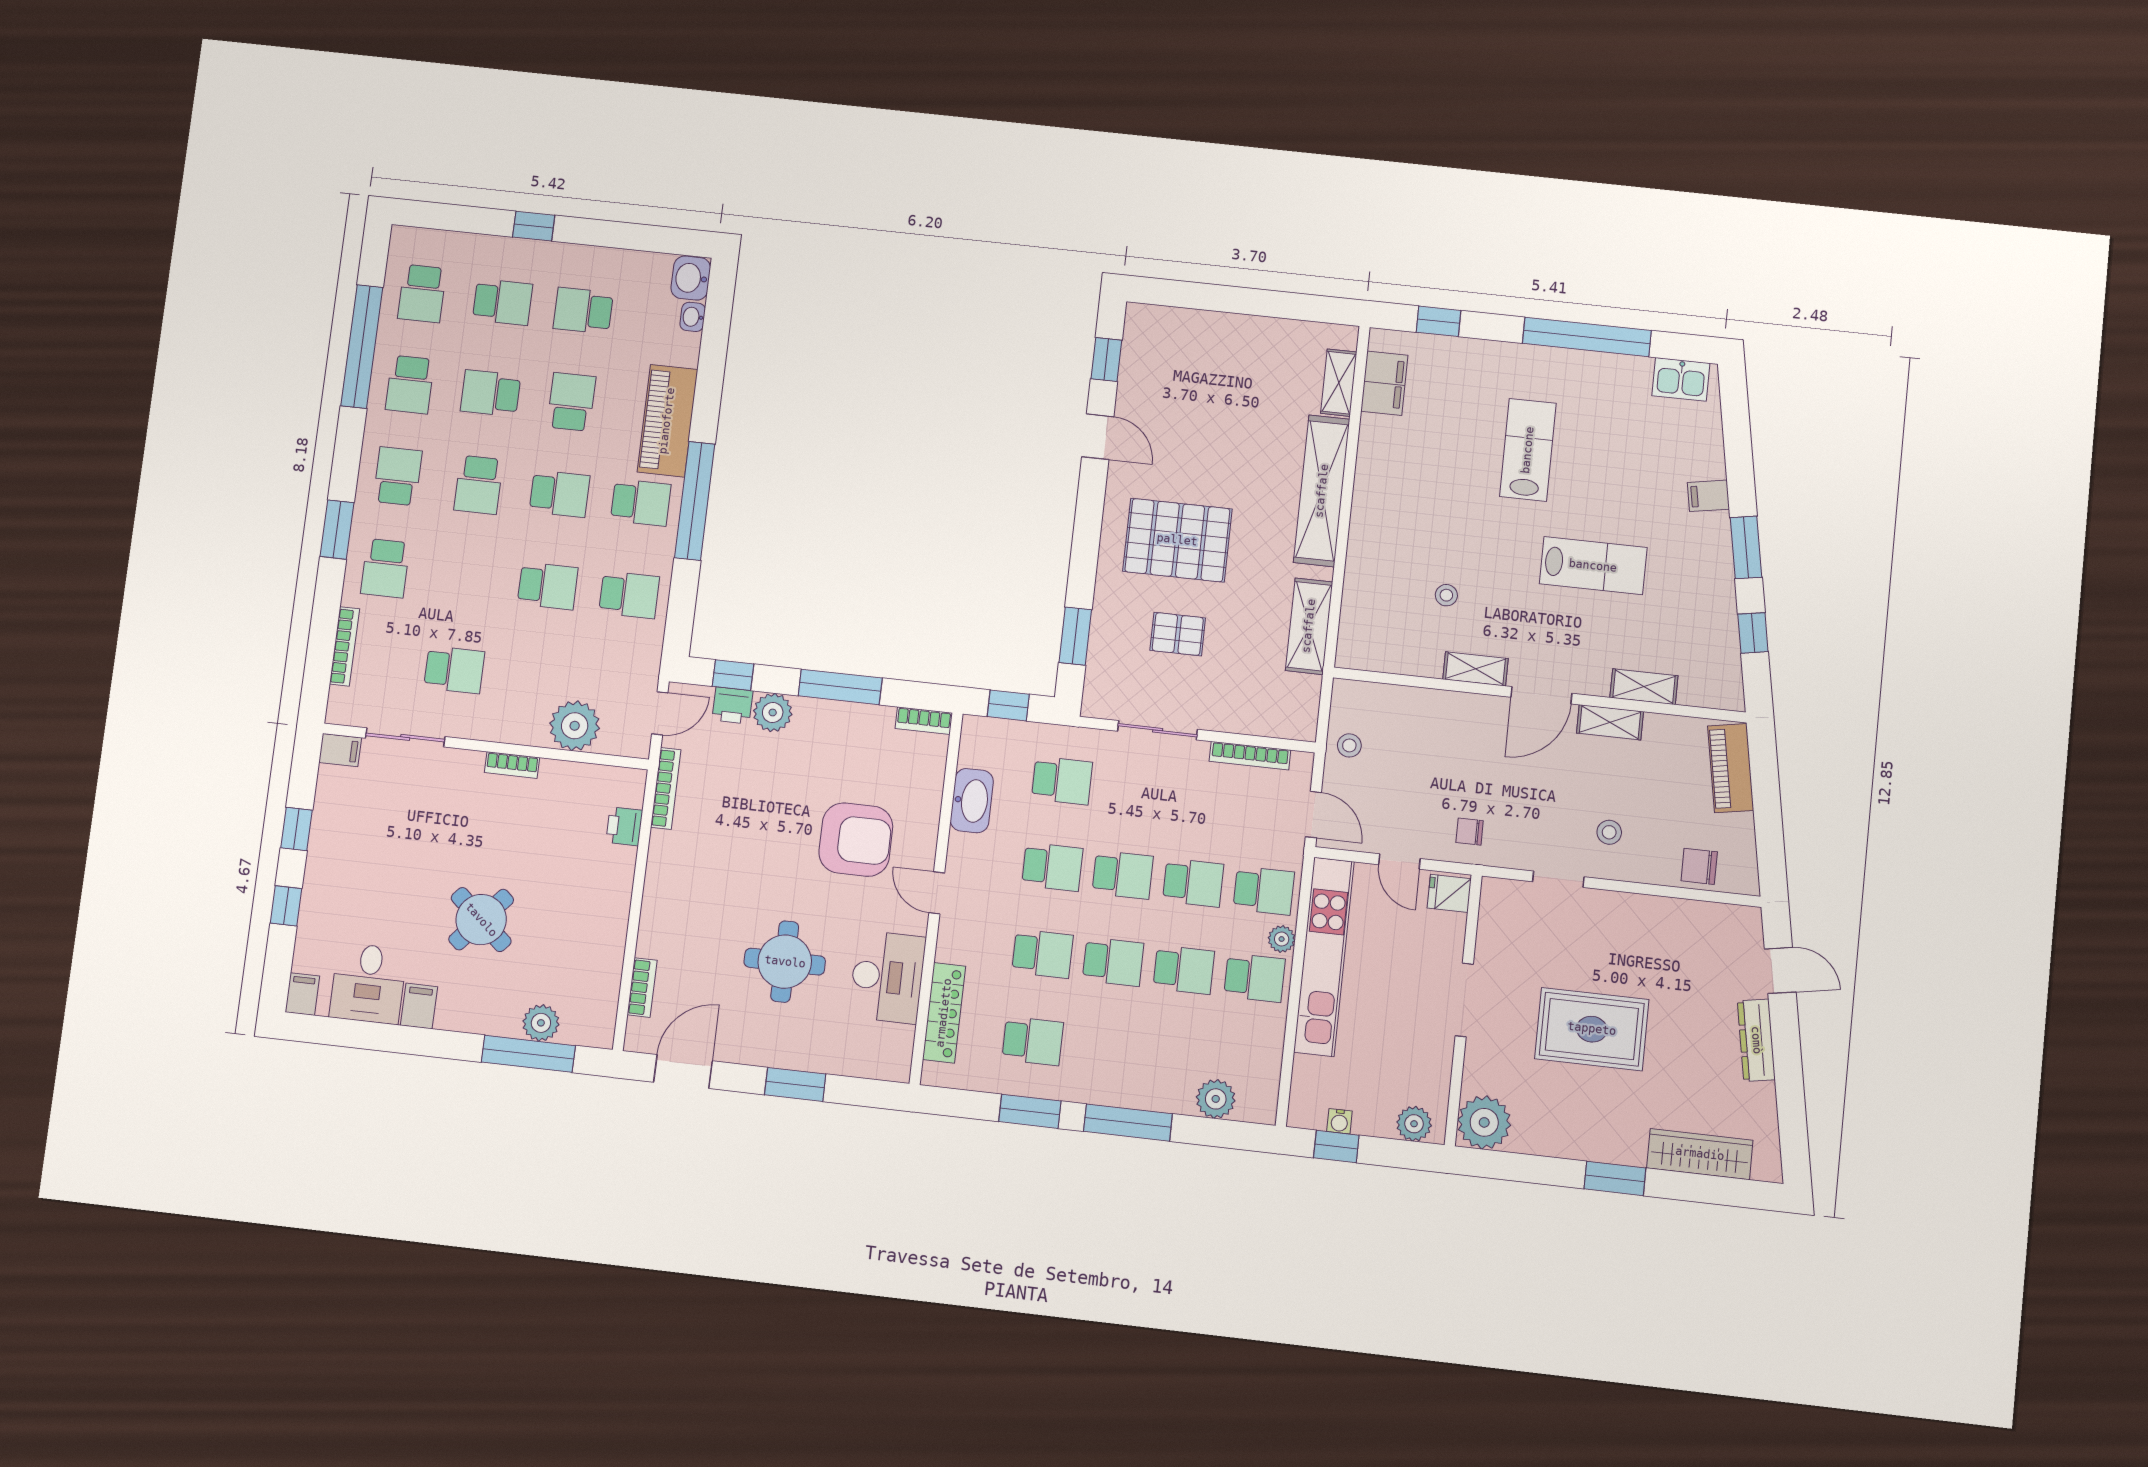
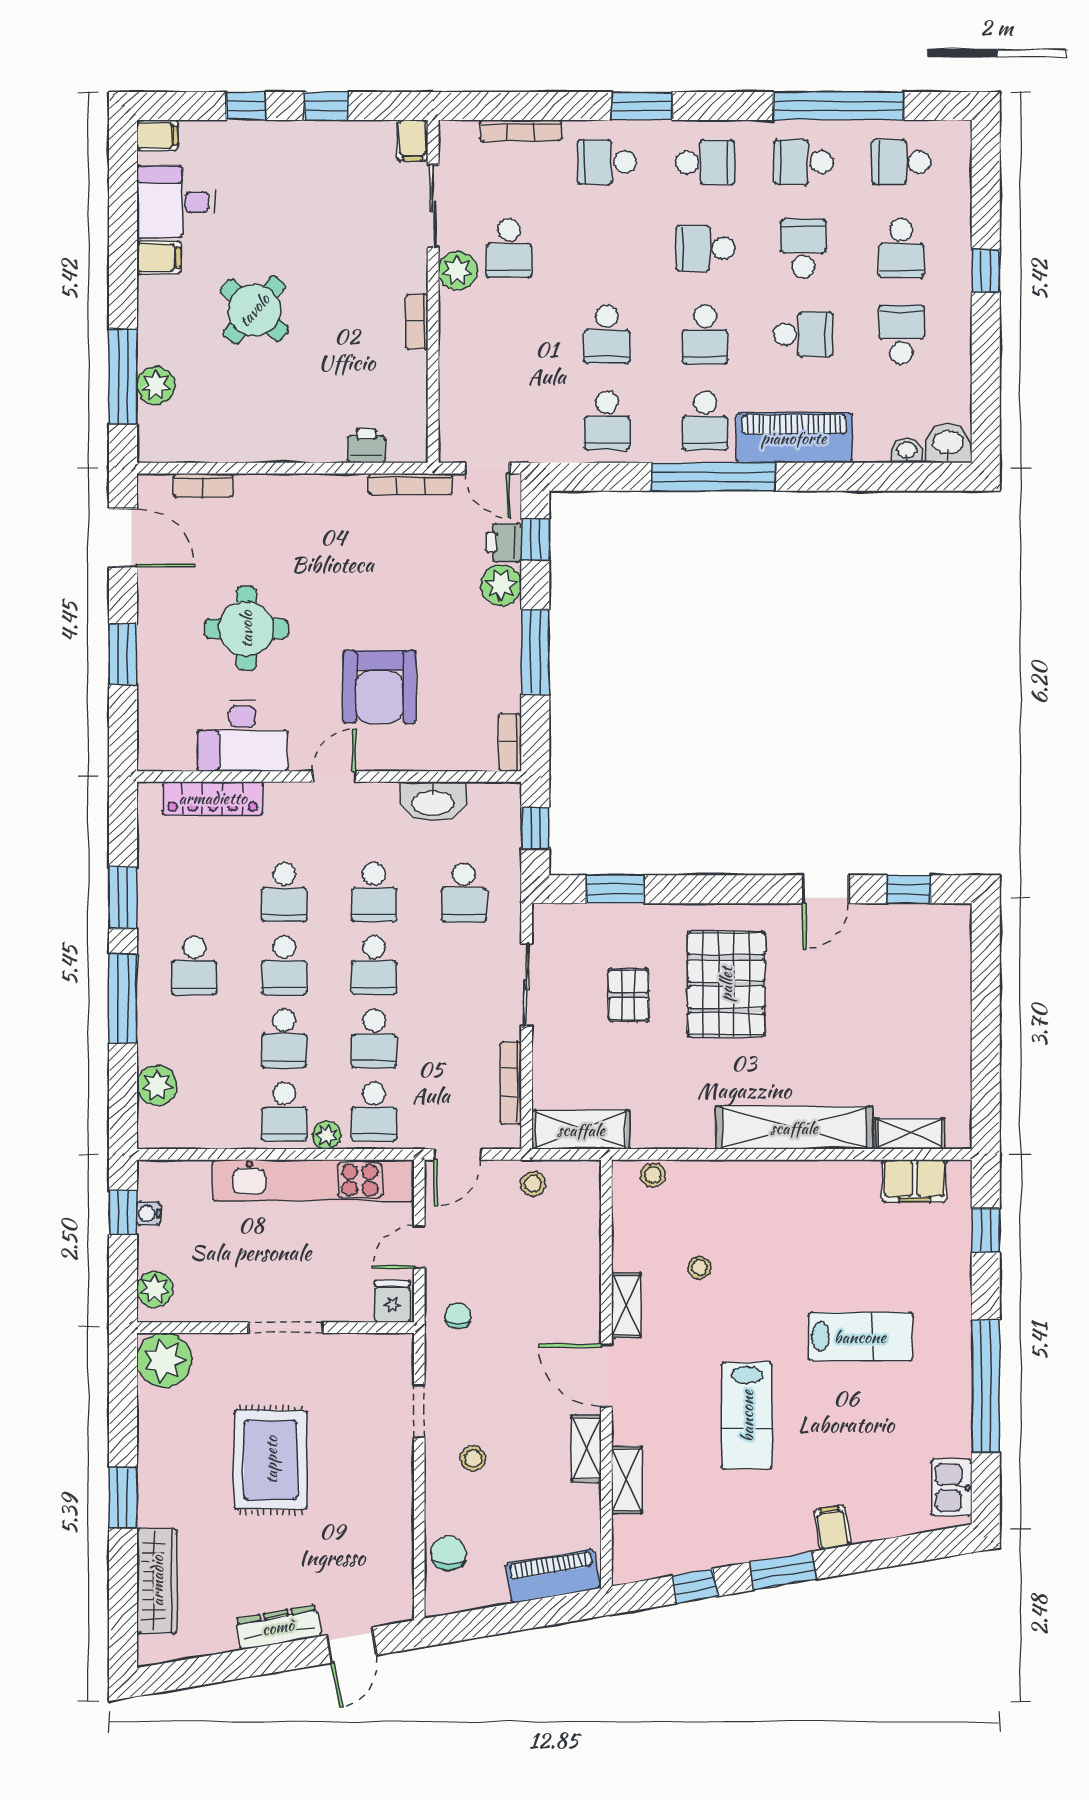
shelving: (1309, 626) -> (581, 1130), moved
stool: (1353, 630) -> (653, 1175), added
plant: (575, 726) -> (458, 271), moved, width x0.73, depth x0.73
school desk: (1033, 1041) -> (194, 965), moved

